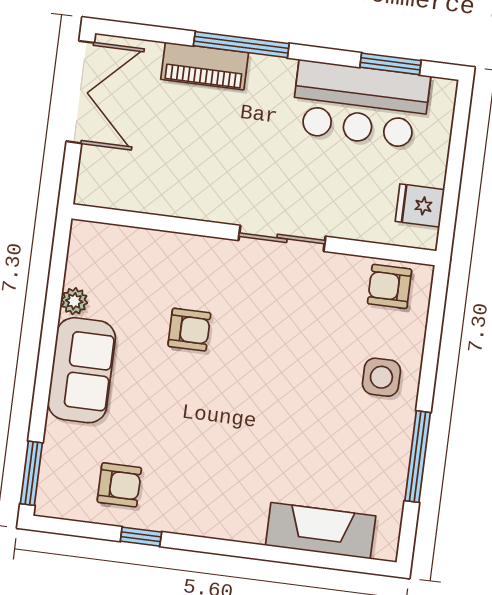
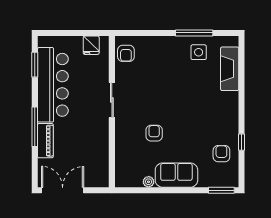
bar counter: (360, 104) -> (53, 85), width x1.36
side table: (381, 377) -> (199, 52), moved

